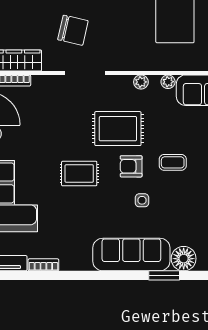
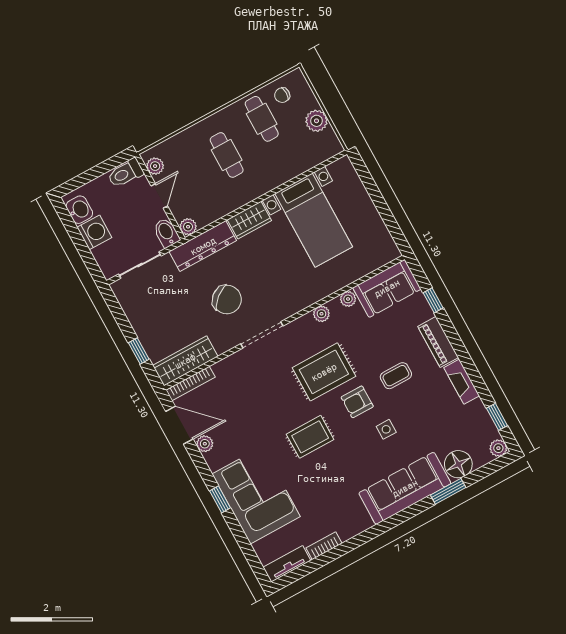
chair: (73, 30) -> (227, 299), turned 37

